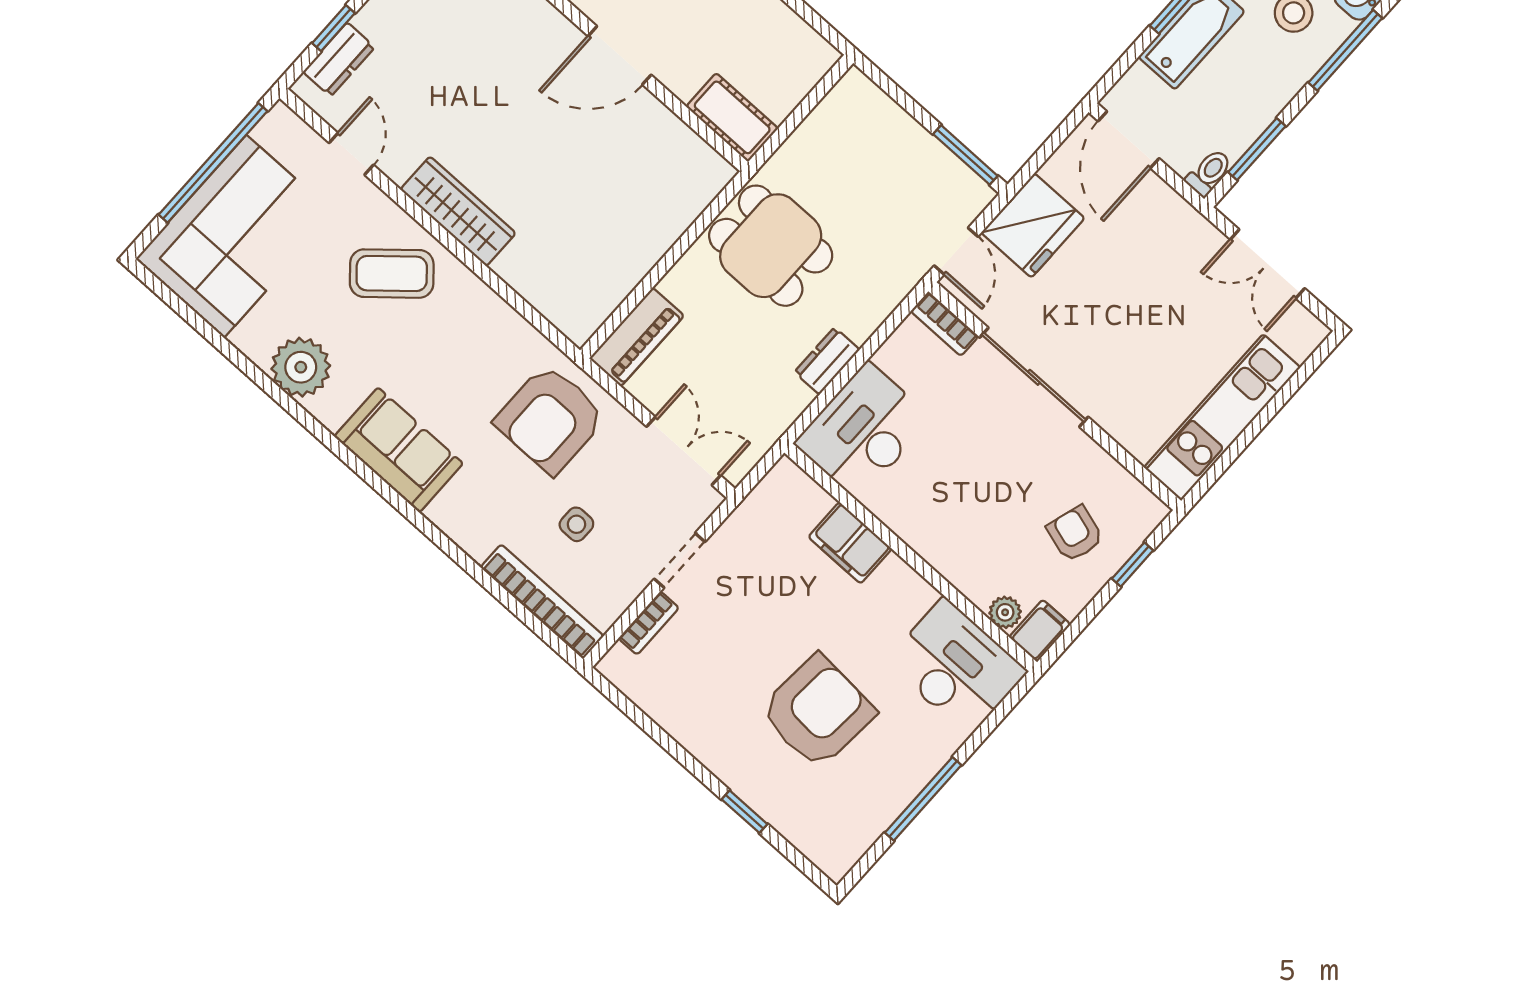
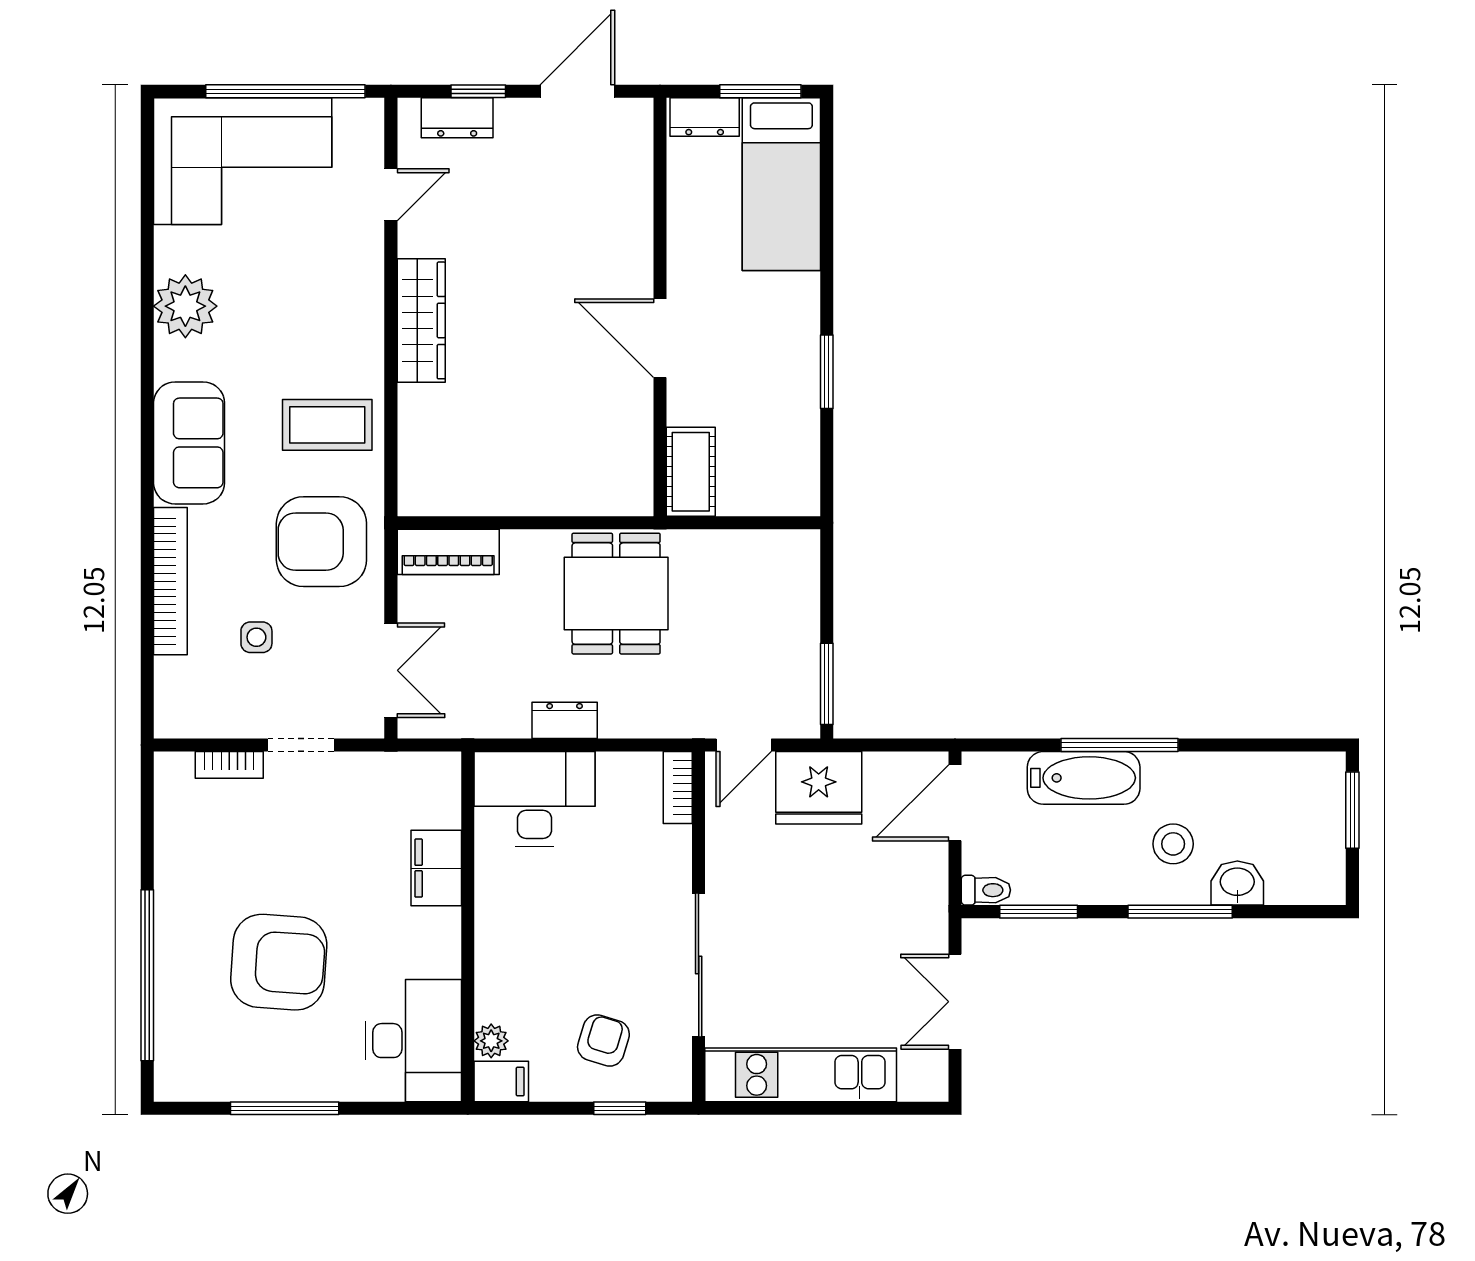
coffee table: (392, 274) -> (327, 425), moved, turned -49
sliding door: (1034, 377) -> (699, 965), moved
bookcase: (542, 602) -> (170, 581), moved
window: (744, 812) -> (147, 975), width x3.17

